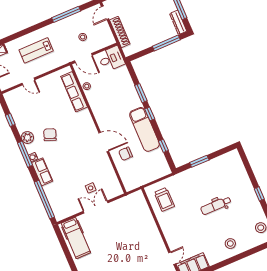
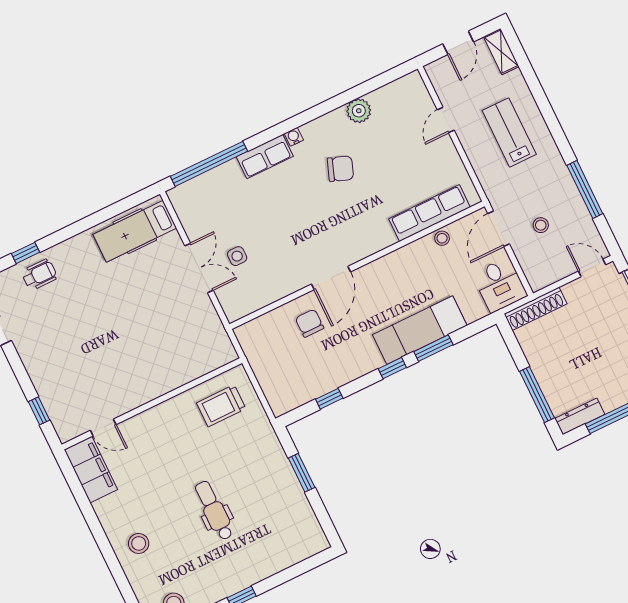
shoe rack: (120, 32) -> (535, 309), moved
window: (10, 120) -> (367, 87), removed
exam couch: (144, 129) -> (420, 330), moved
plant: (27, 138) -> (359, 111), moved
window: (25, 154) -> (299, 120), removed

